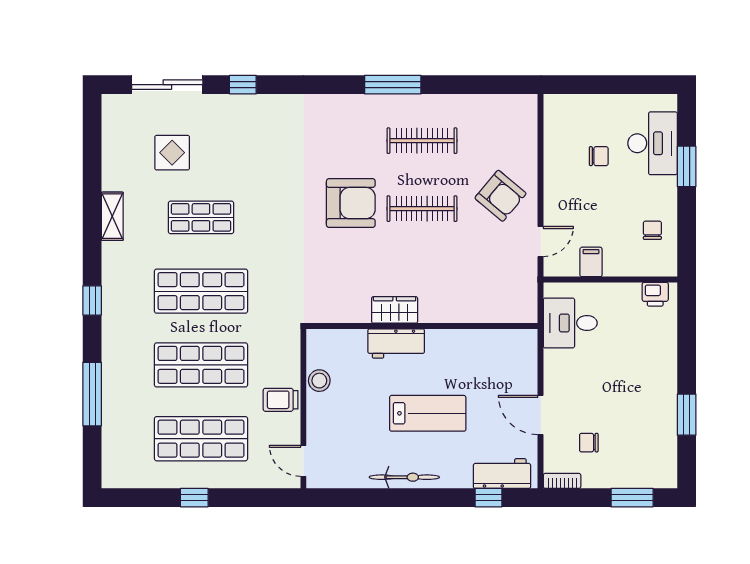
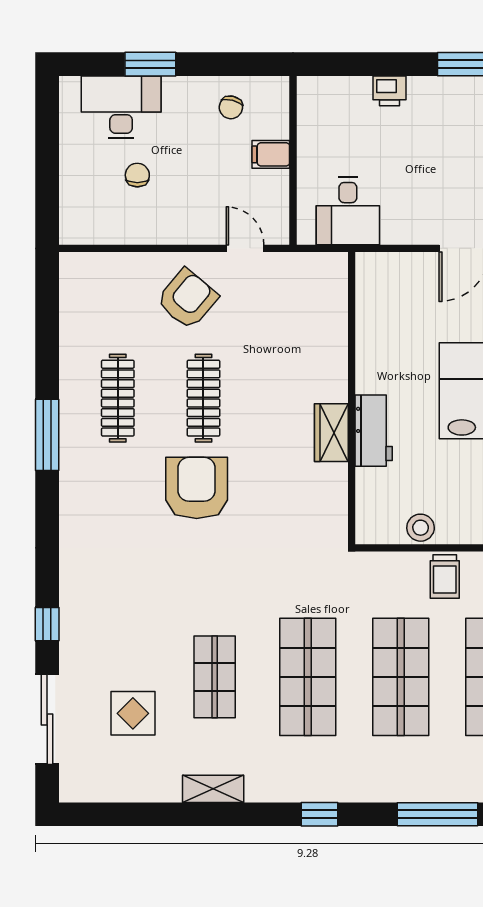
chair: (652, 230) -> (231, 107), turned -76
filing cabinet: (591, 262) -> (271, 154), moved
printer: (655, 294) -> (389, 91), moved, turned 90

